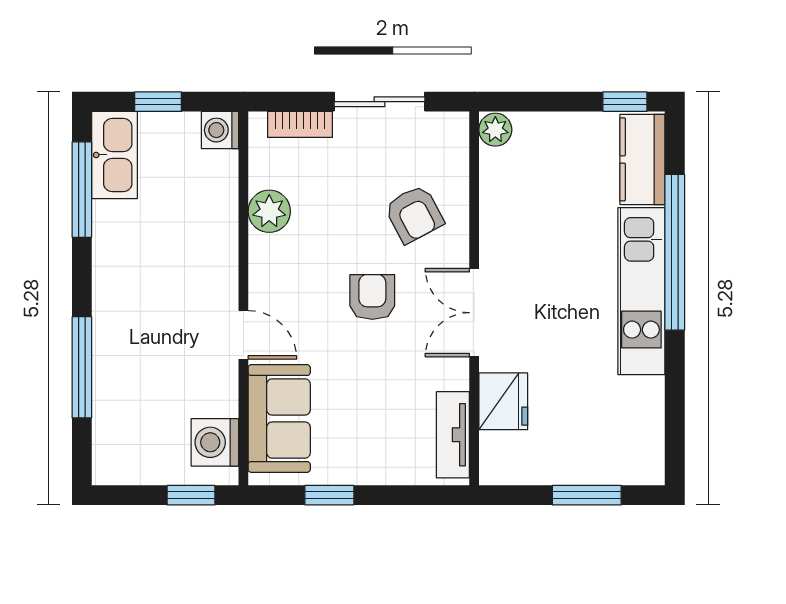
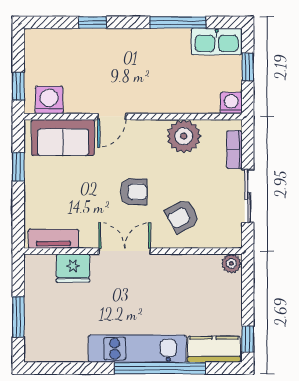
window: (82, 190) -> (178, 22), moved
plant: (269, 211) -> (184, 136), width x1.36, depth x1.36
window: (82, 367) -> (93, 22), width x0.46

